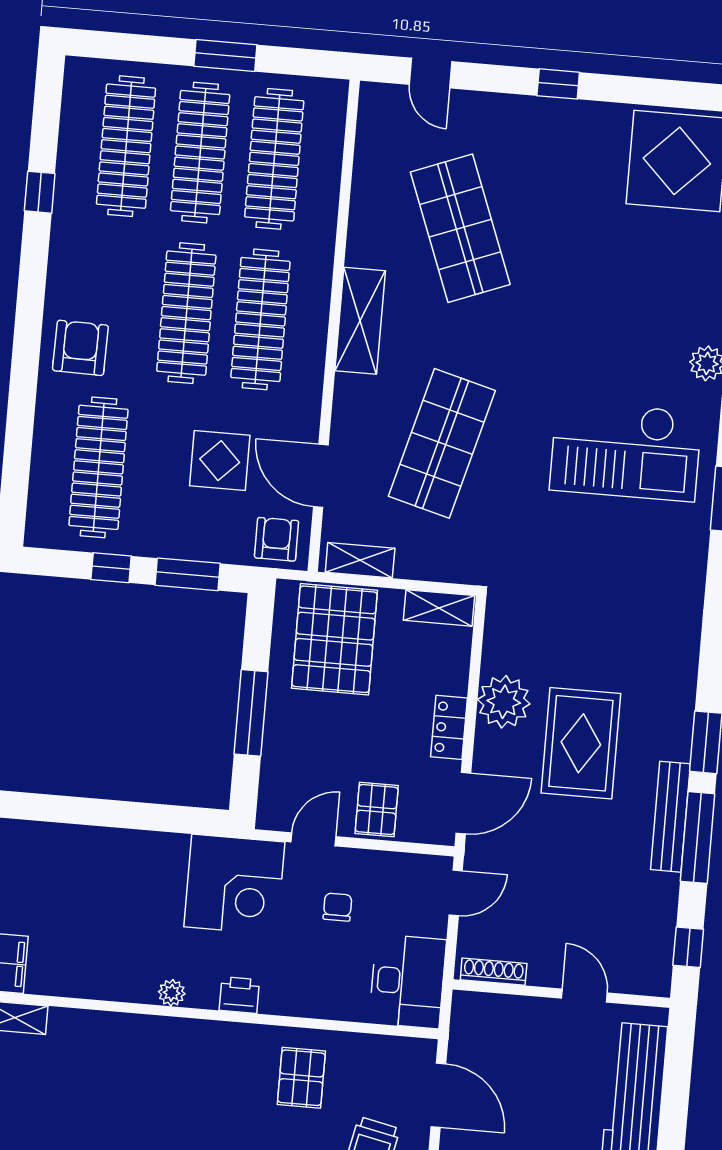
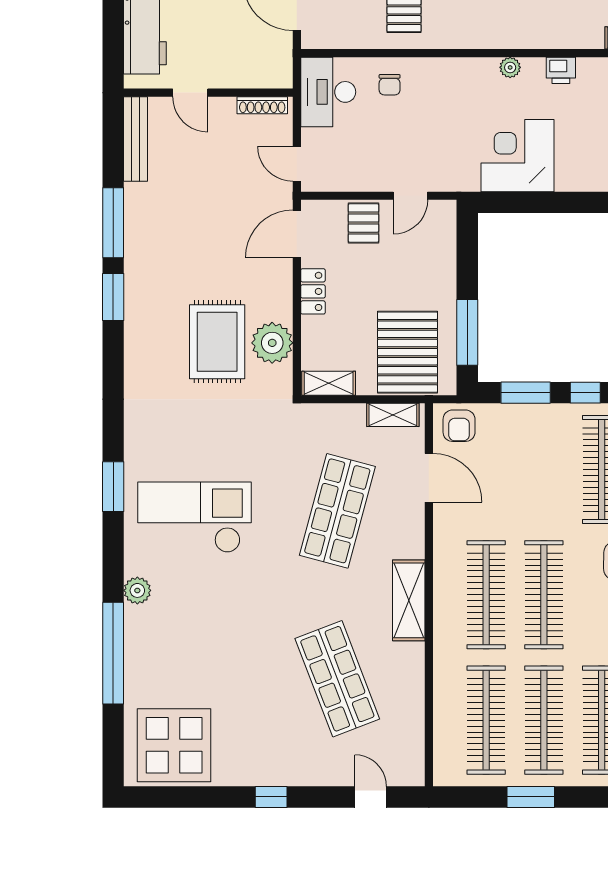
display table: (220, 461) -> (508, 483), removed
plant: (504, 702) -> (272, 343), moved
window: (251, 713) -> (467, 332), moved
rug: (581, 743) -> (217, 342), moved
bench: (670, 817) -> (136, 139), moved
corner desk: (234, 884) -> (518, 156), moved
door: (456, 893) -> (297, 164), hinge flipped
chair: (337, 907) -> (390, 85), moved
window: (688, 947) -> (113, 137), removed
printer: (239, 995) -> (561, 70), moved

